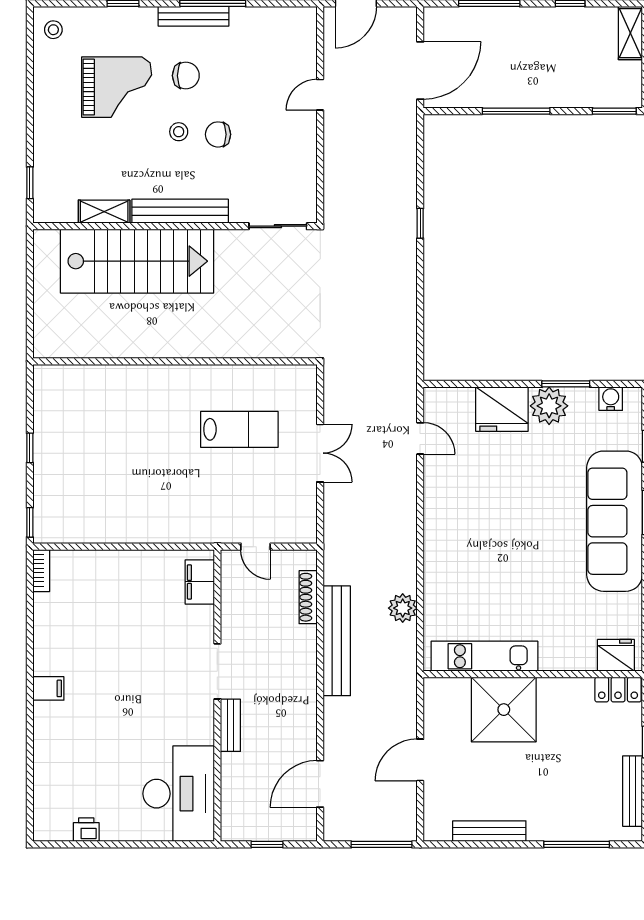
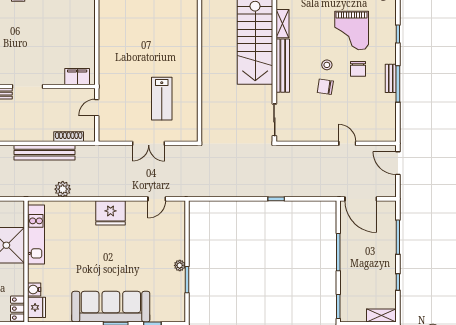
bench: (194, 16) -> (391, 78), width x0.73
chair: (218, 134) -> (325, 87), turned -81
water cooler: (611, 399) -> (34, 289), moved, turned 180
plant: (549, 406) -> (180, 265), width x0.53, depth x0.53
fridge: (502, 409) -> (111, 213), moved, turned -90

